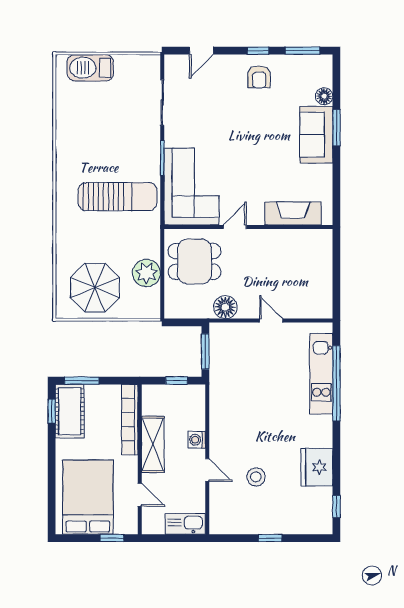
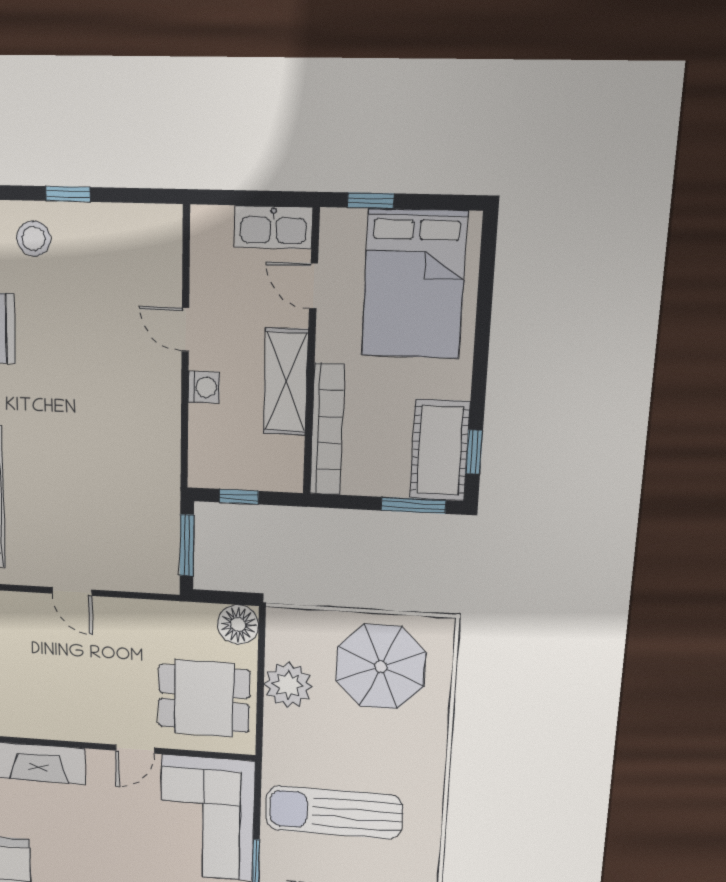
floor lamp: (225, 307) -> (238, 625), moved
stool: (256, 477) -> (34, 239), moved
kitchen sink: (185, 524) -> (273, 227), moved

